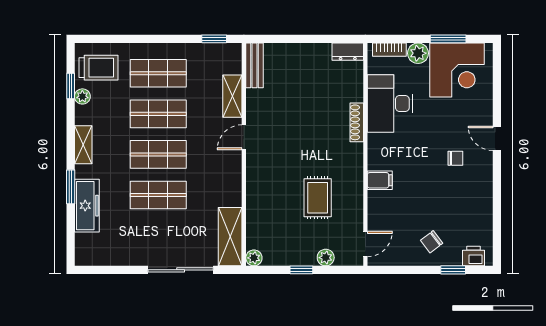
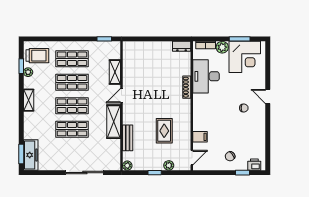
bench: (254, 65) -> (128, 138), moved
filing cabinet: (380, 180) -> (200, 137), moved
window: (71, 187) -> (21, 154), moved
freezer: (87, 206) -> (31, 155), moved
shelving: (230, 237) -> (114, 122), moved

